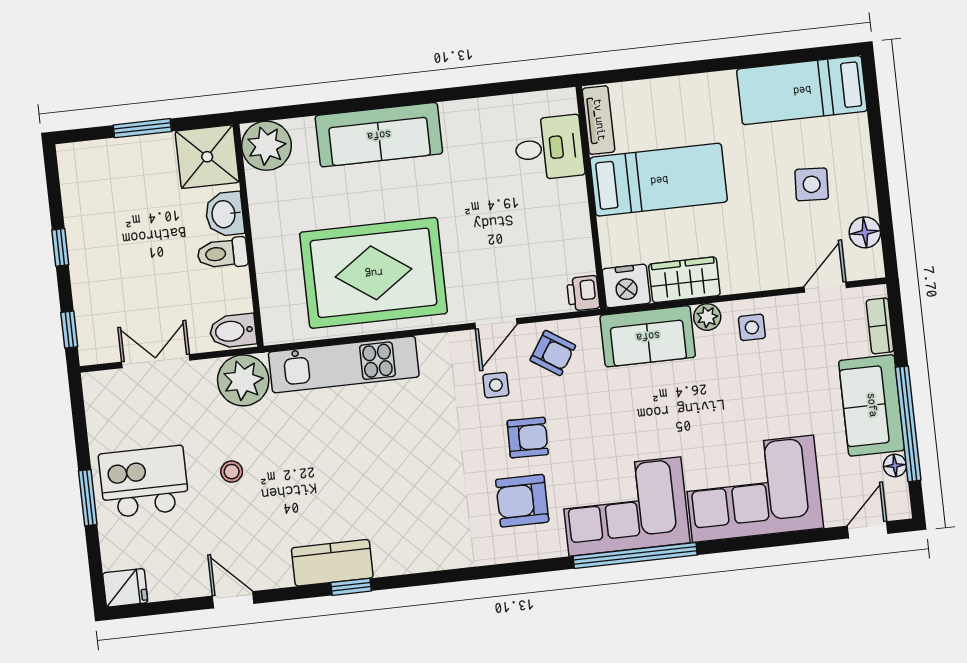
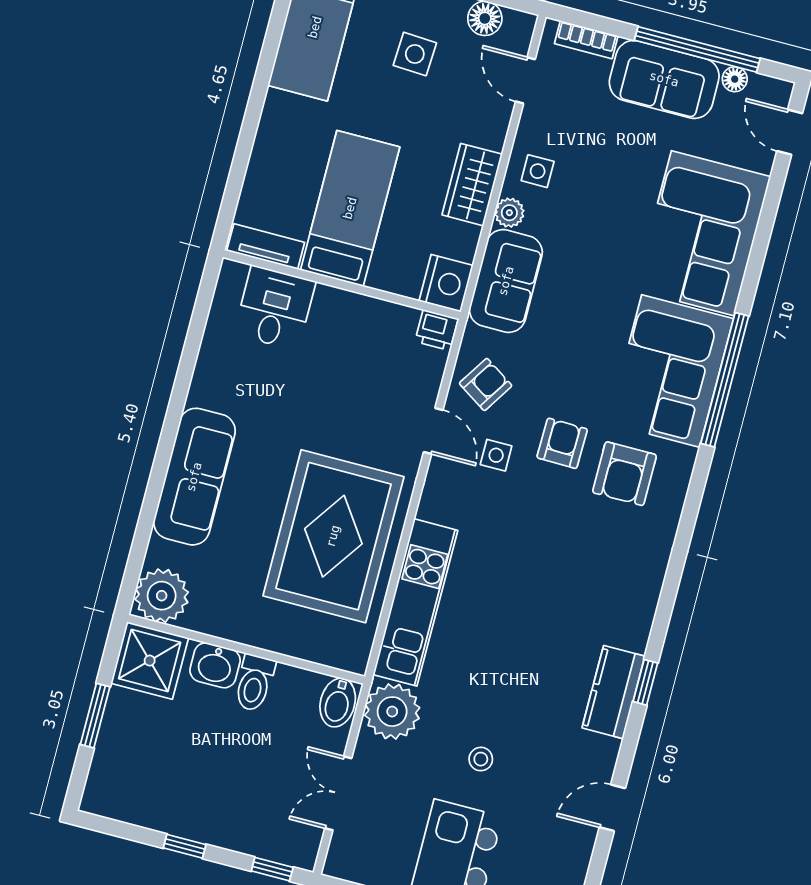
wardrobe: (684, 280) -> (472, 185), moved

